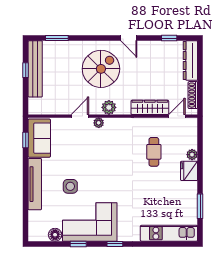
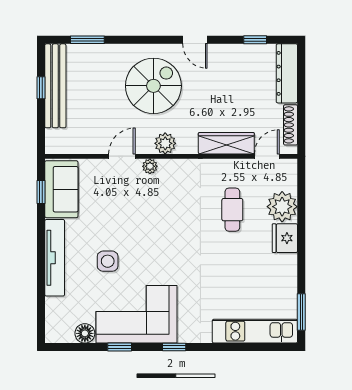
plant: (192, 155) -> (282, 207), width x1.88, depth x1.88
window: (200, 206) -> (301, 312), moved

